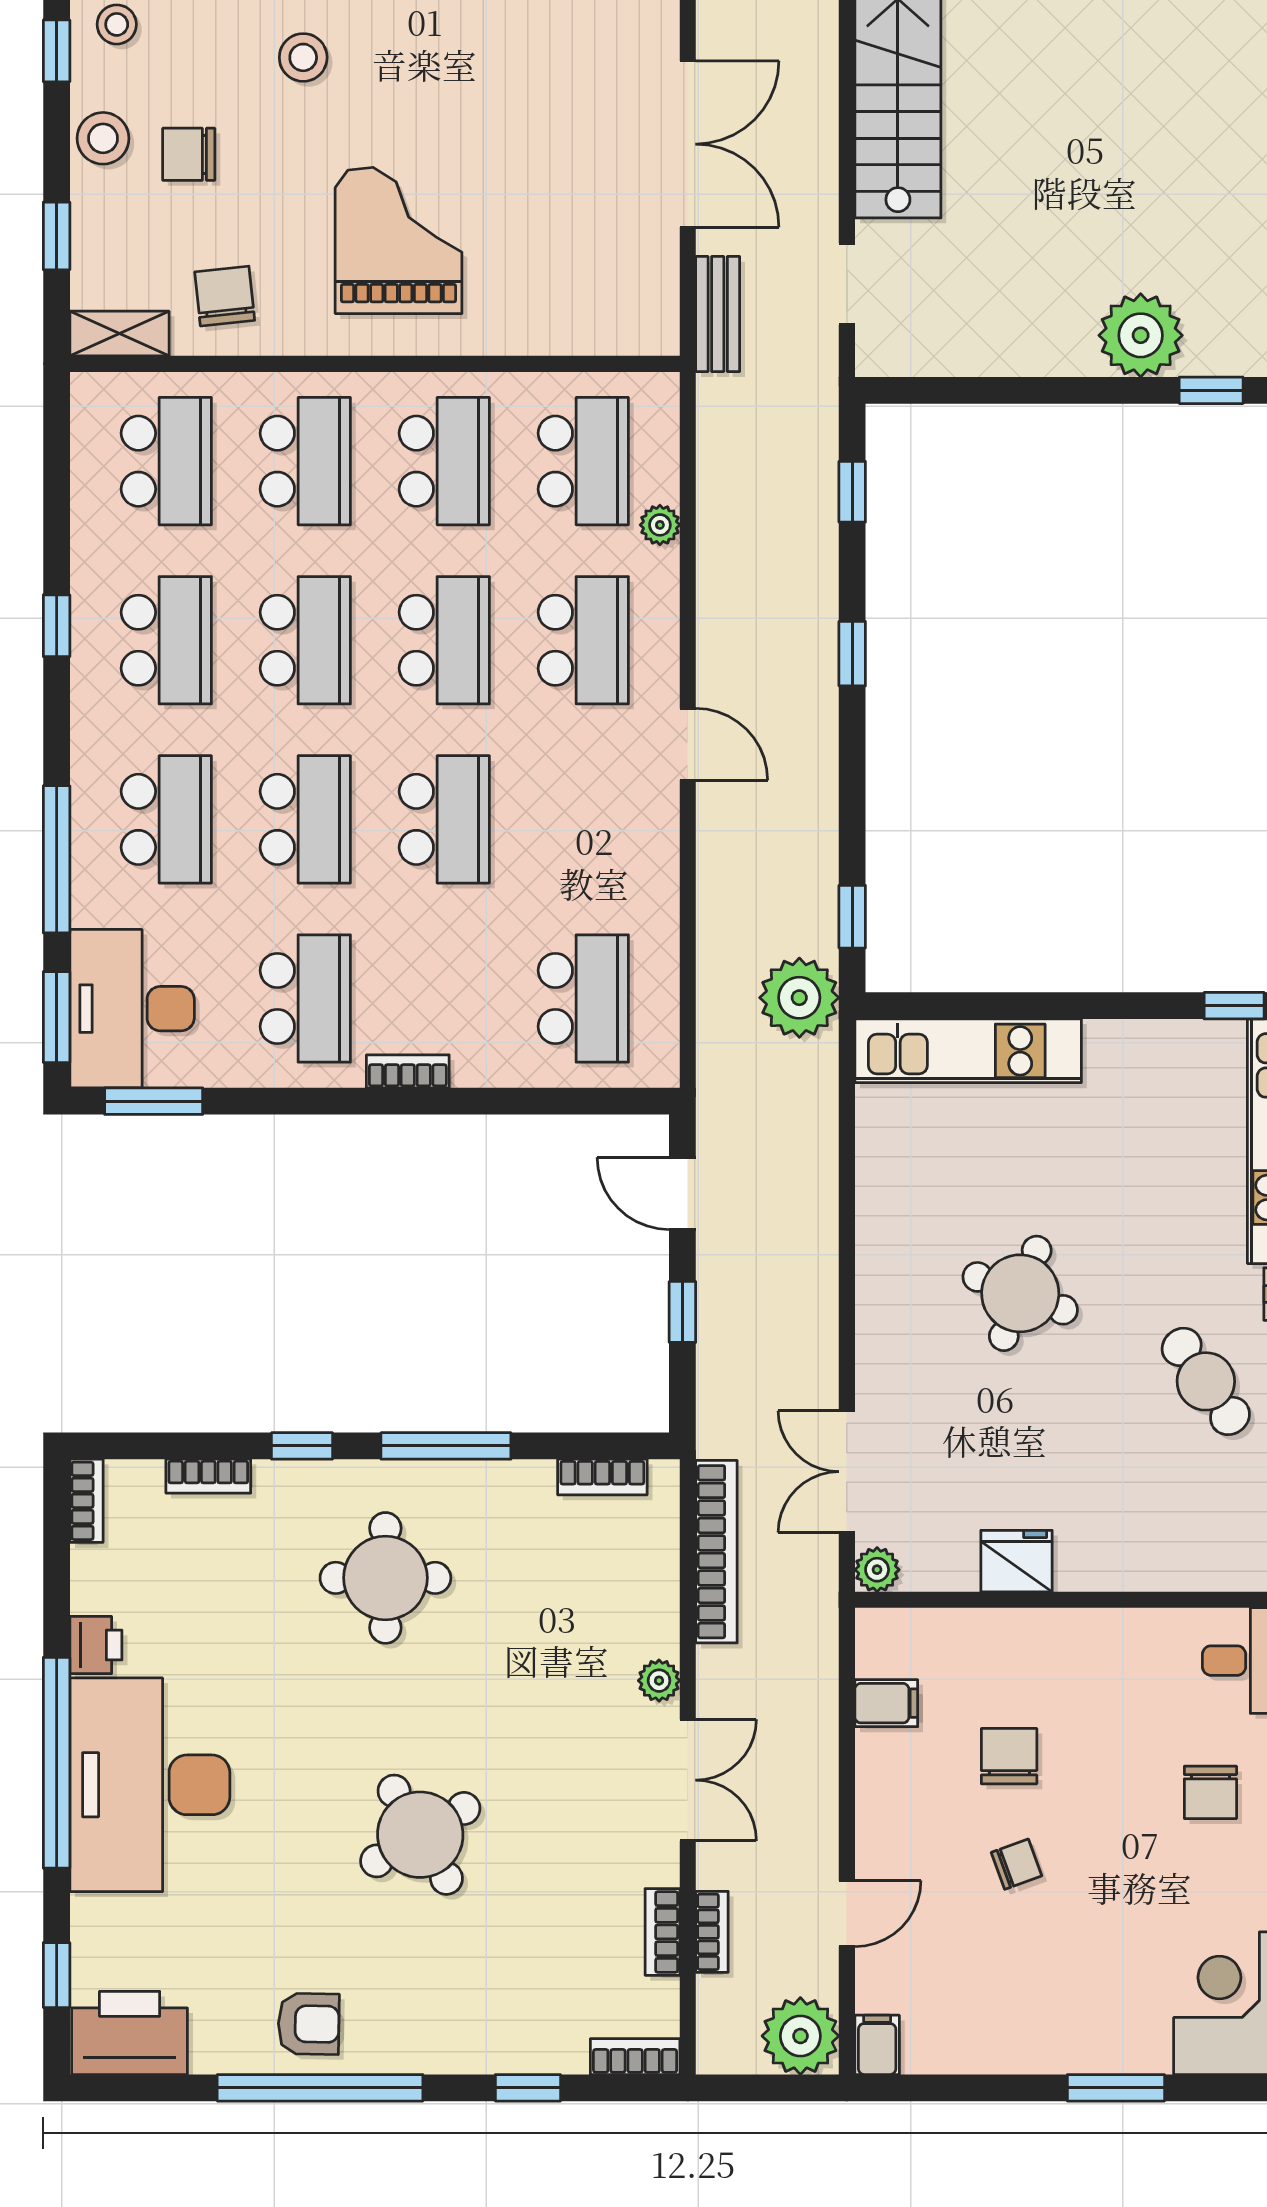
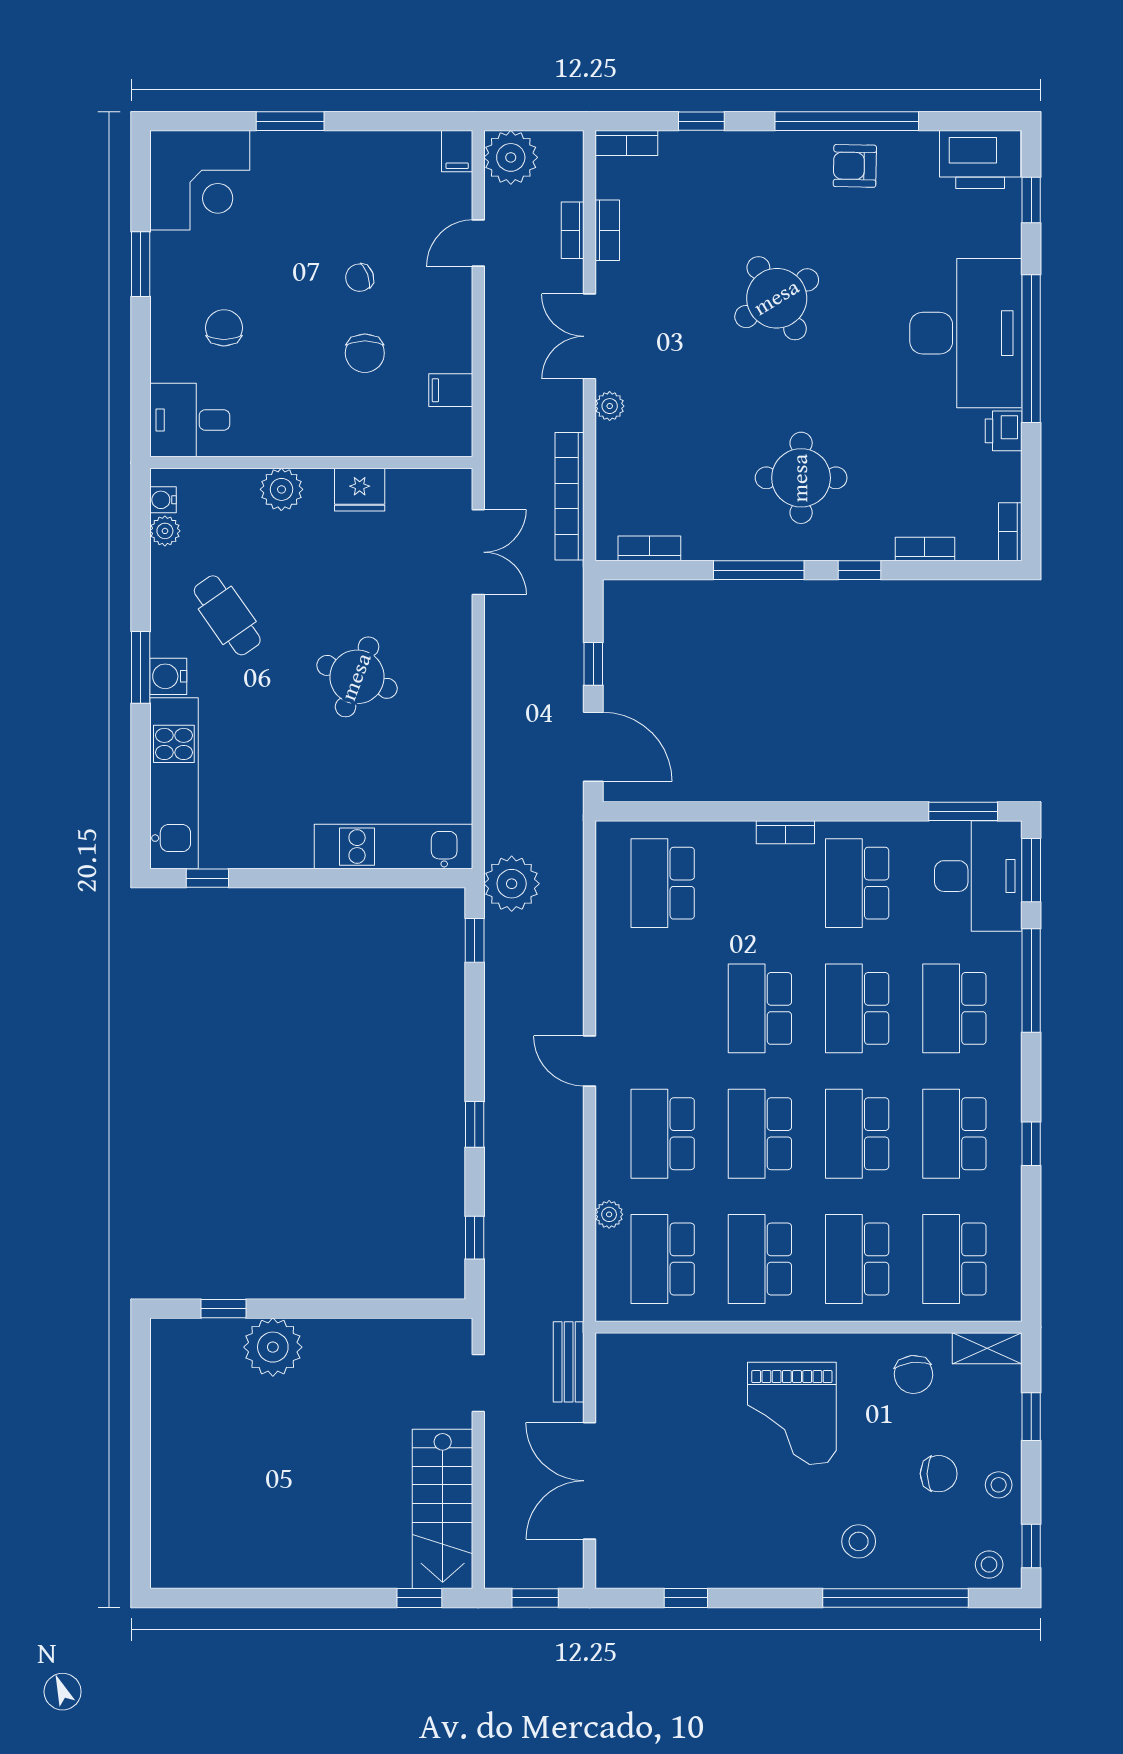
stool: (103, 138) -> (999, 1485), width x0.73, depth x0.73
door: (682, 1193) -> (593, 747), width x1.38
plant: (877, 1570) -> (281, 489), moved, width x1.38, depth x1.38

